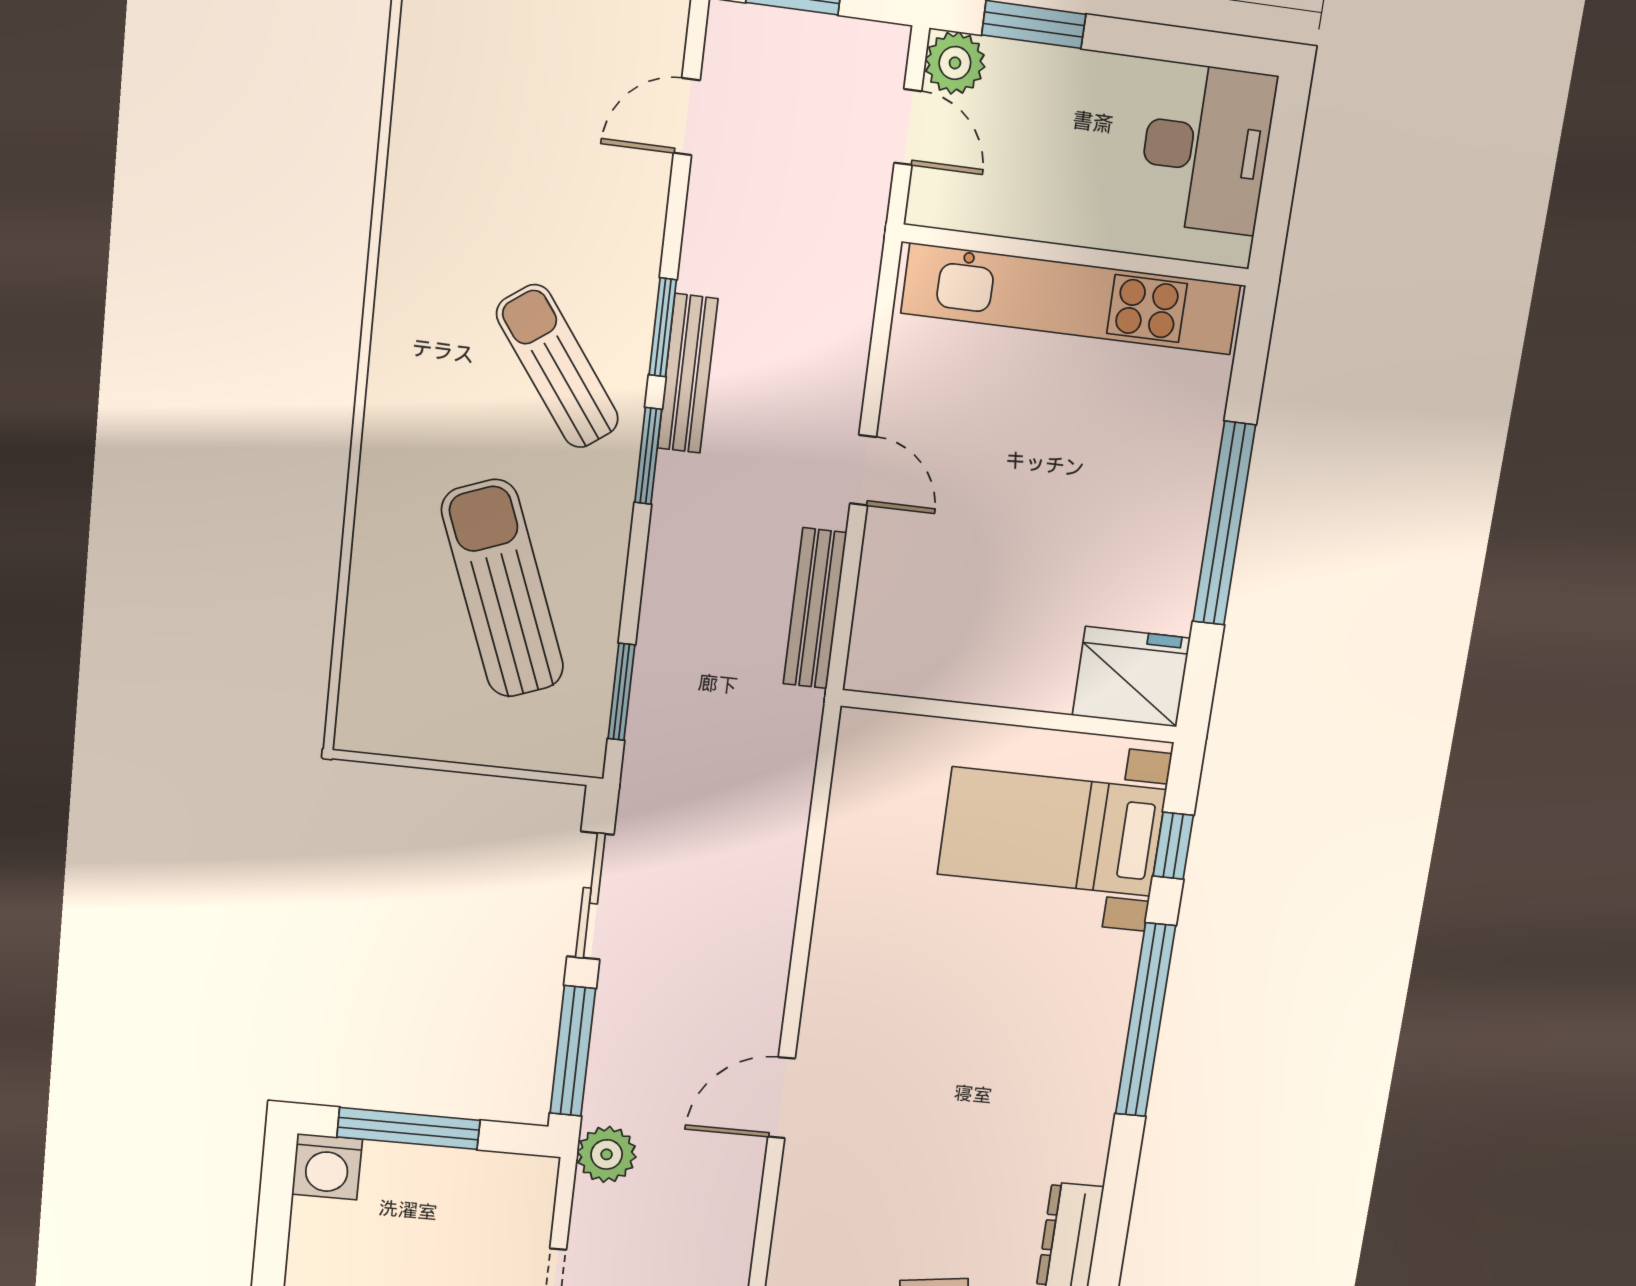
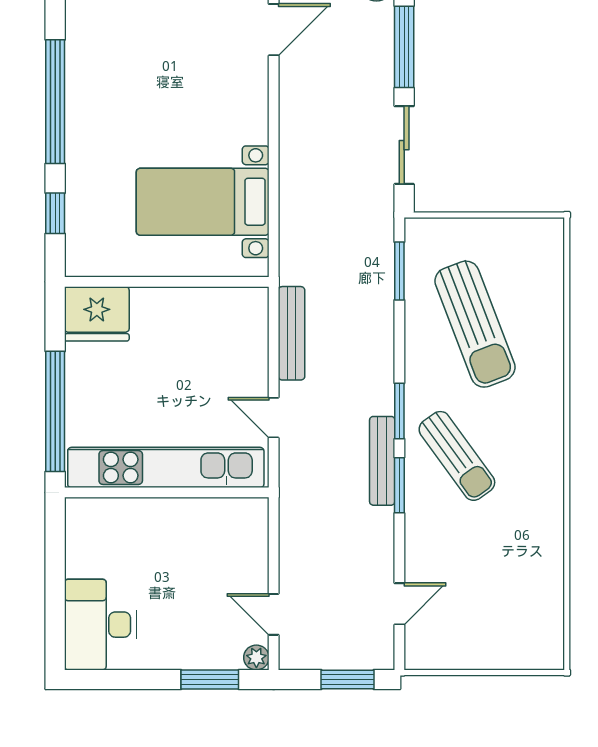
plant: (955, 63) -> (256, 658), width x0.73, depth x0.73
wall: (1076, 255) -> (167, 492), moved
kitchen unit: (1071, 299) -> (166, 467), moved
bed with nightstands: (1052, 832) -> (203, 202), moved, turned 180

